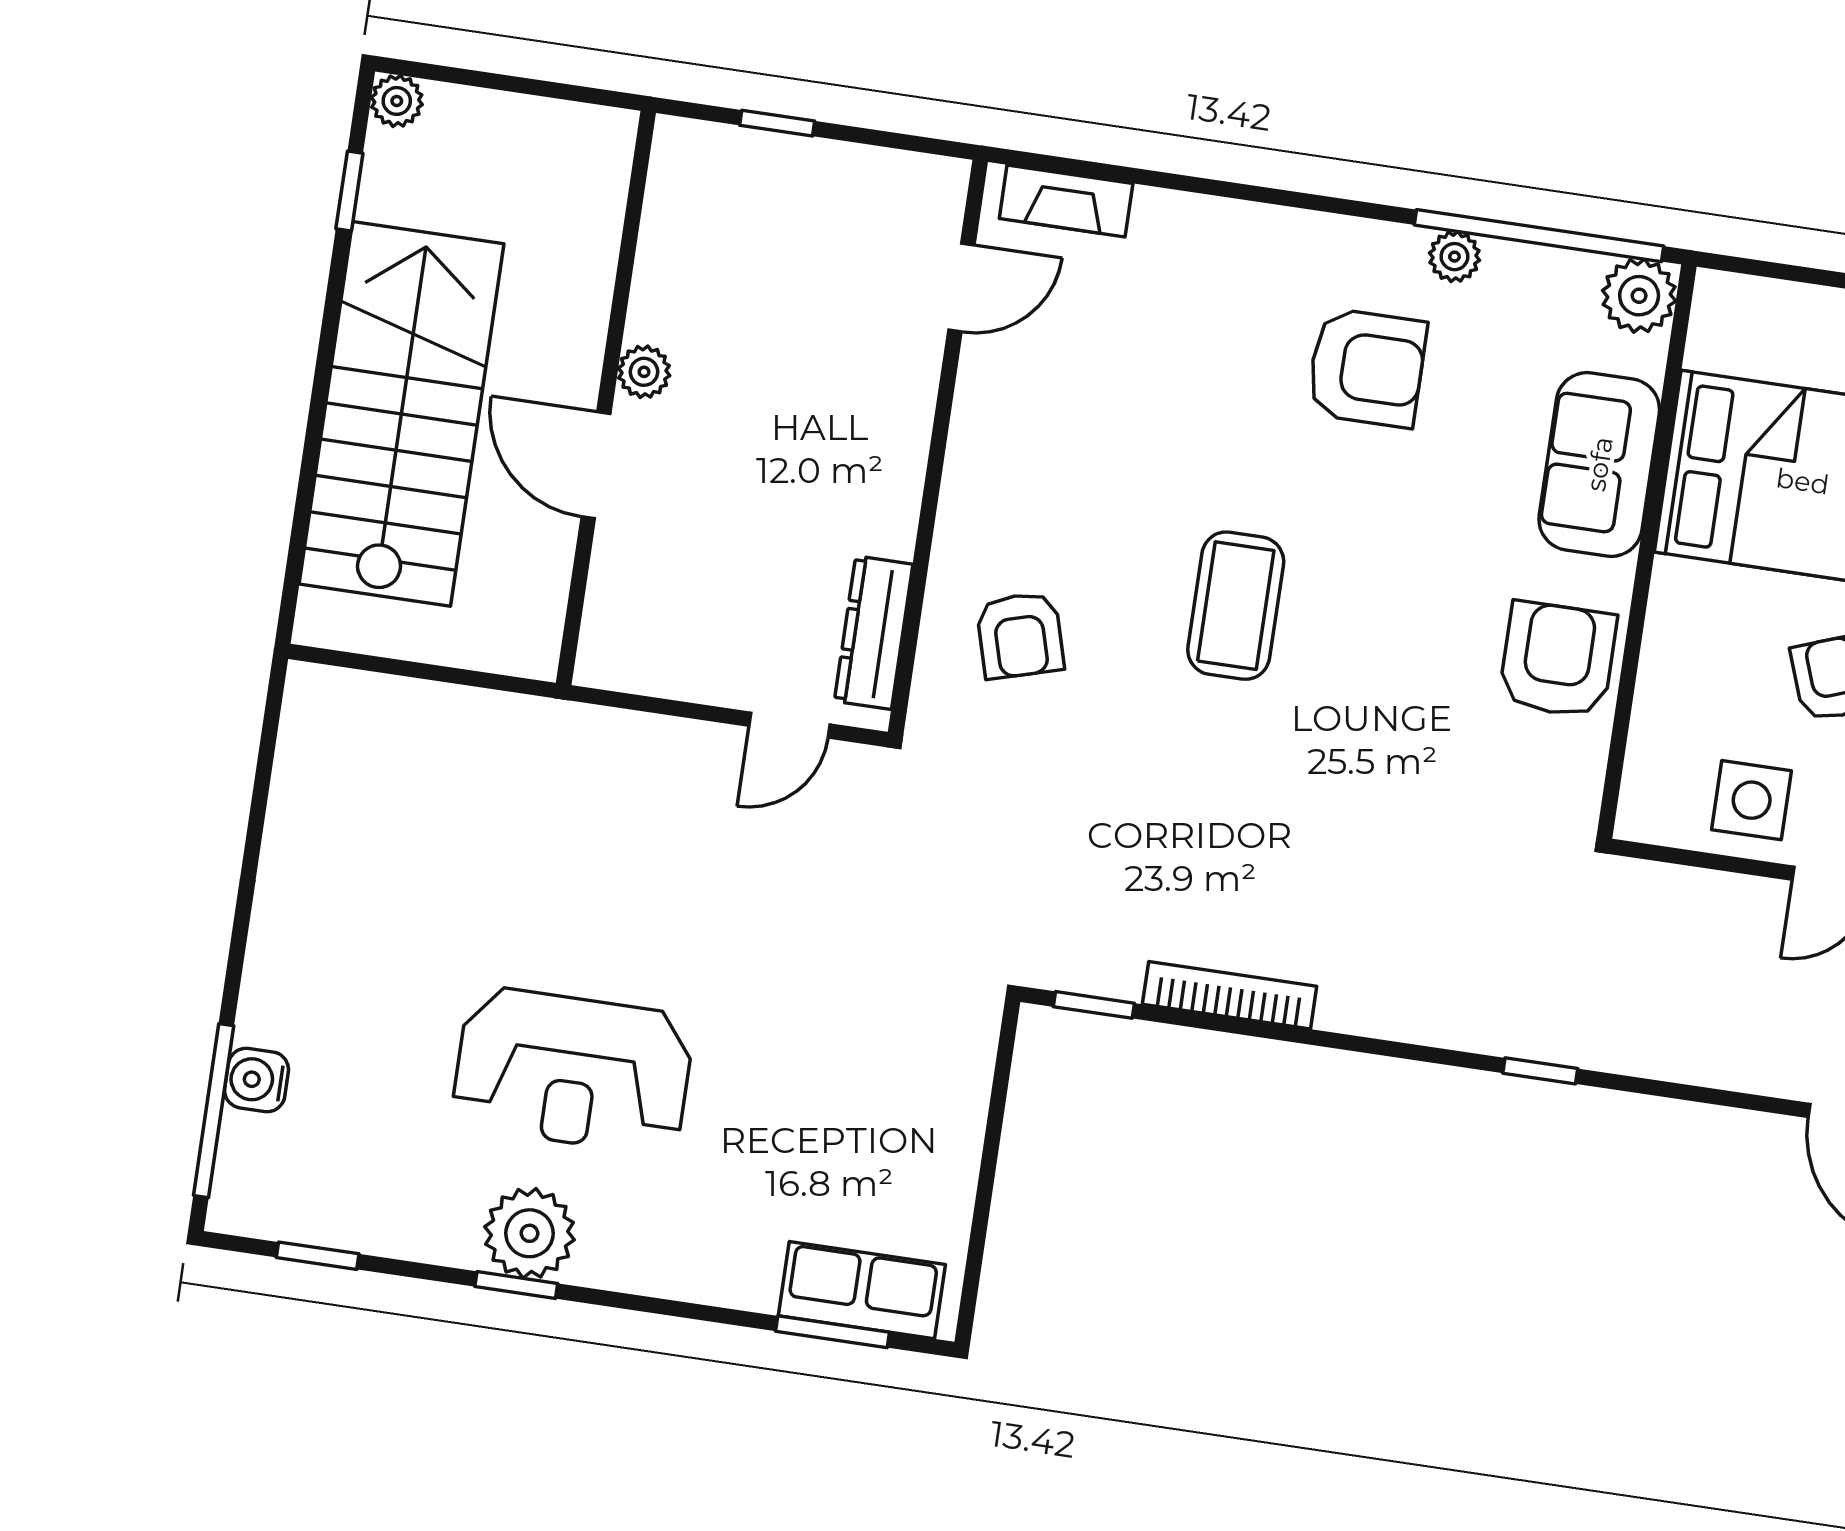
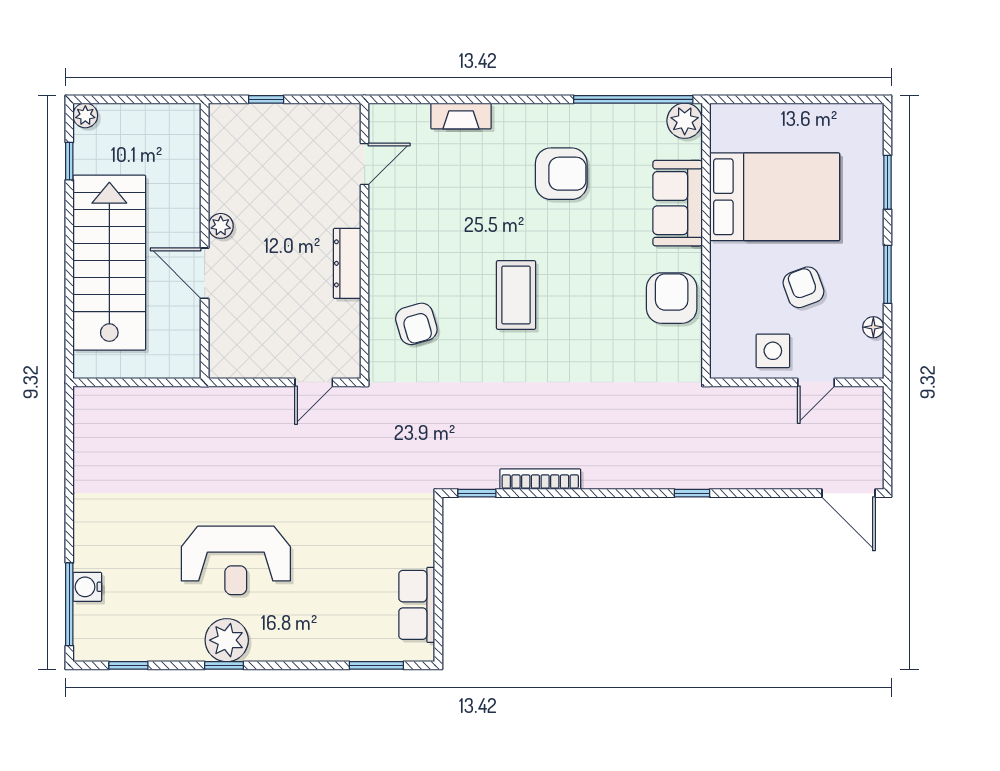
fireplace: (1066, 201) -> (461, 116), moved
plant: (1454, 257) -> (595, 115), removed
dresser: (874, 633) -> (347, 263), moved
row of seats: (862, 1290) -> (417, 605), moved, turned -90

